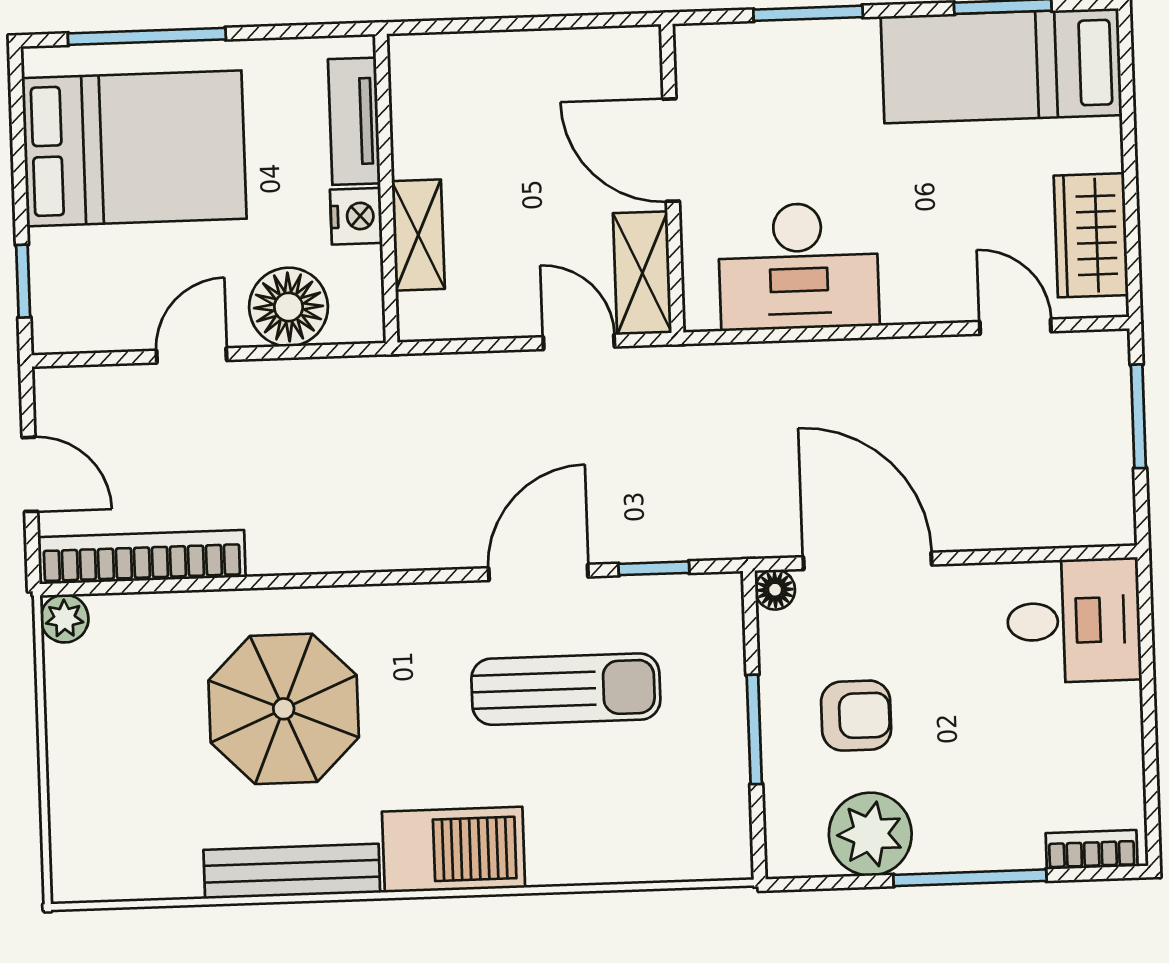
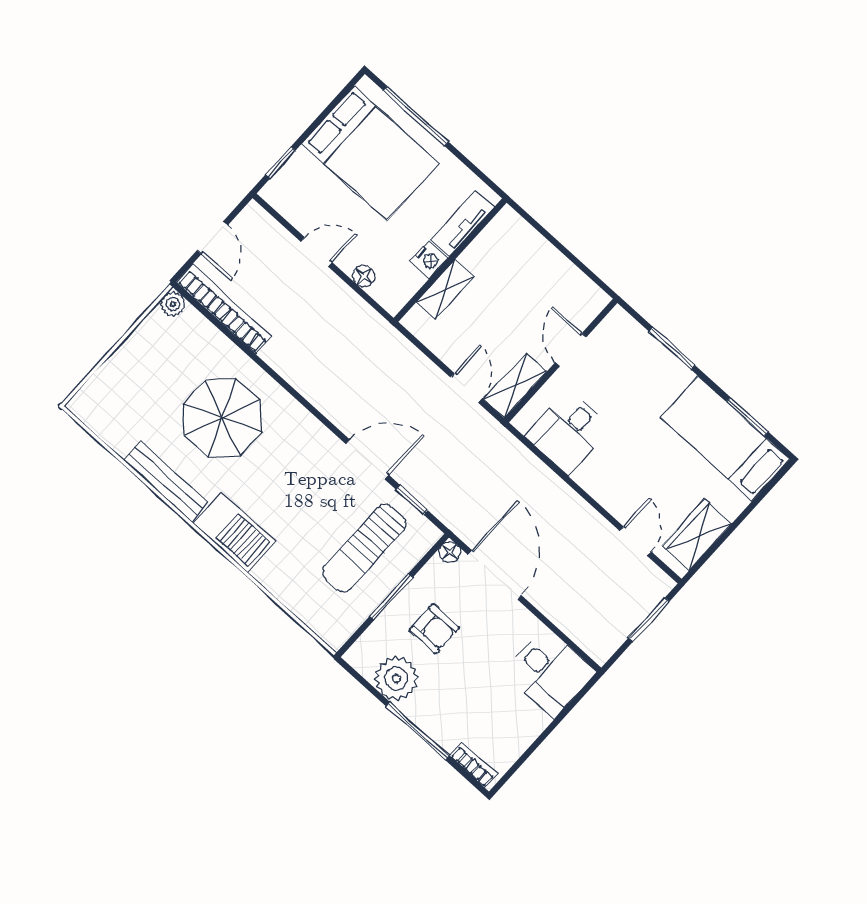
door: (671, 150) -> (571, 350), width x0.73
desk: (798, 266) -> (568, 432), width x0.73
floor lamp: (289, 307) -> (364, 276), width x0.53, depth x0.53
sun lounger: (566, 689) -> (364, 548), moved, turned 90

